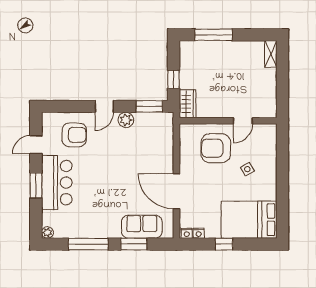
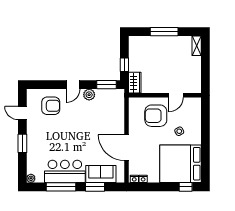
window: (214, 35) -> (164, 32), moved
door: (36, 145) -> (22, 113), hinge flipped
bar counter: (57, 183) -> (65, 171), moved, turned -90
bed: (249, 220) -> (181, 164), width x1.36
window: (224, 244) -> (186, 187), moved

